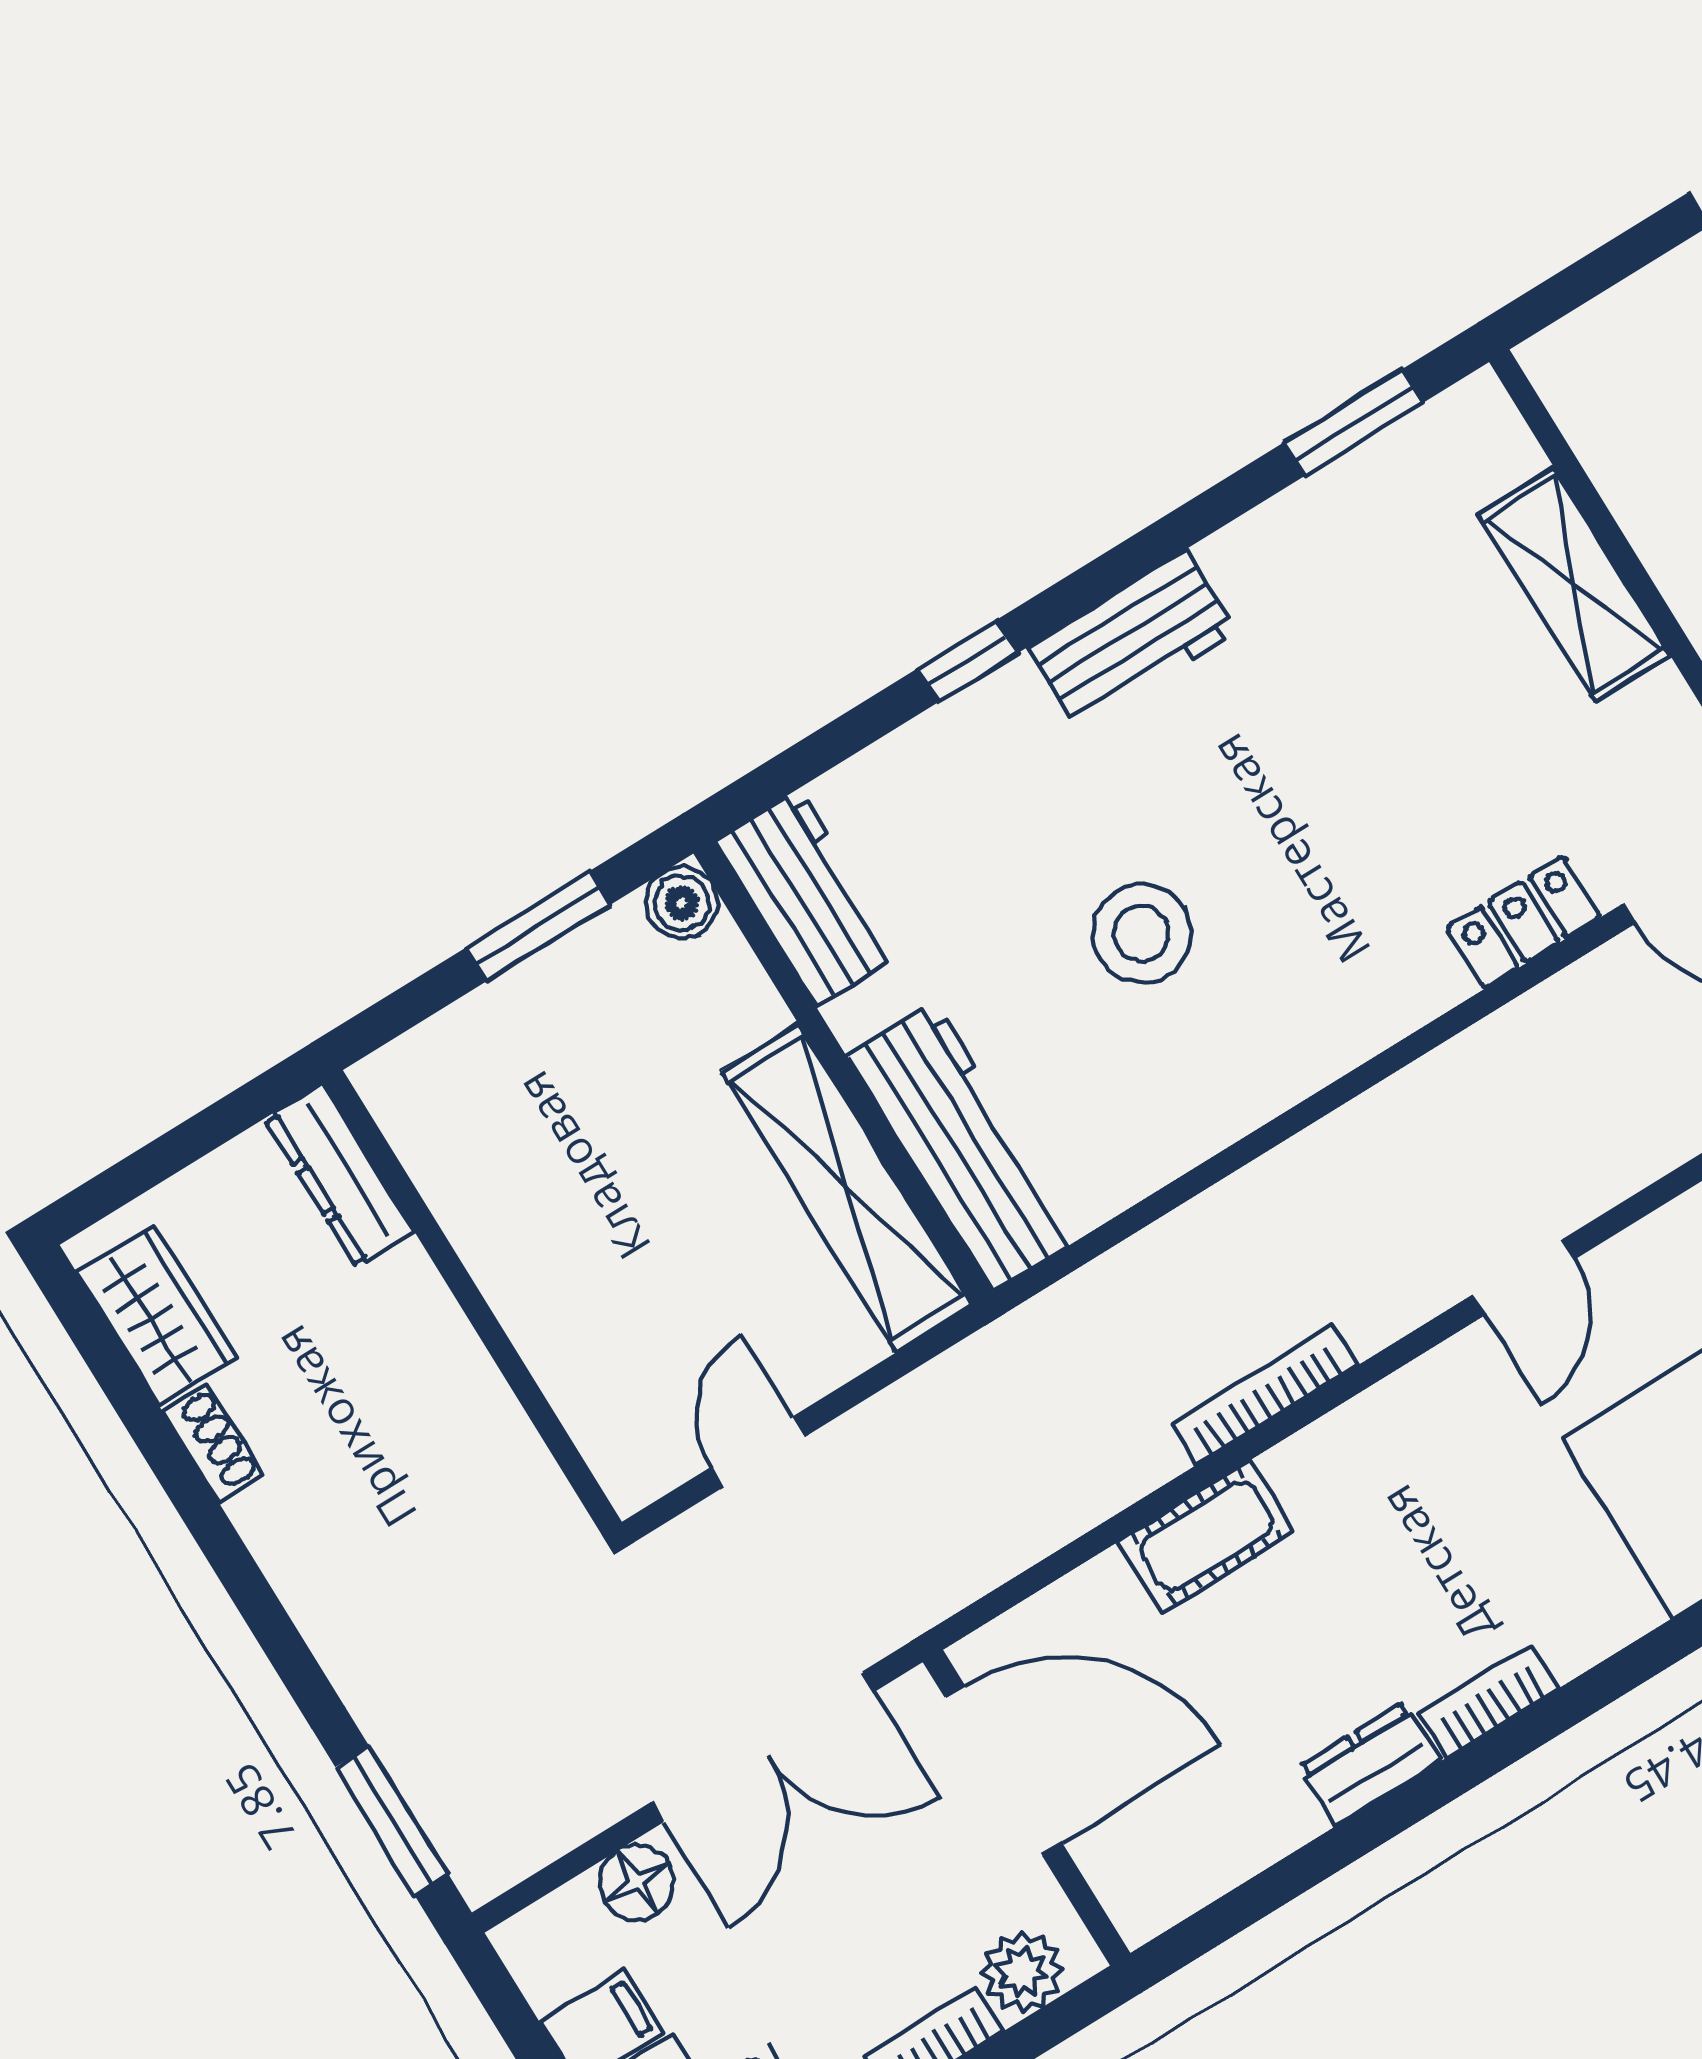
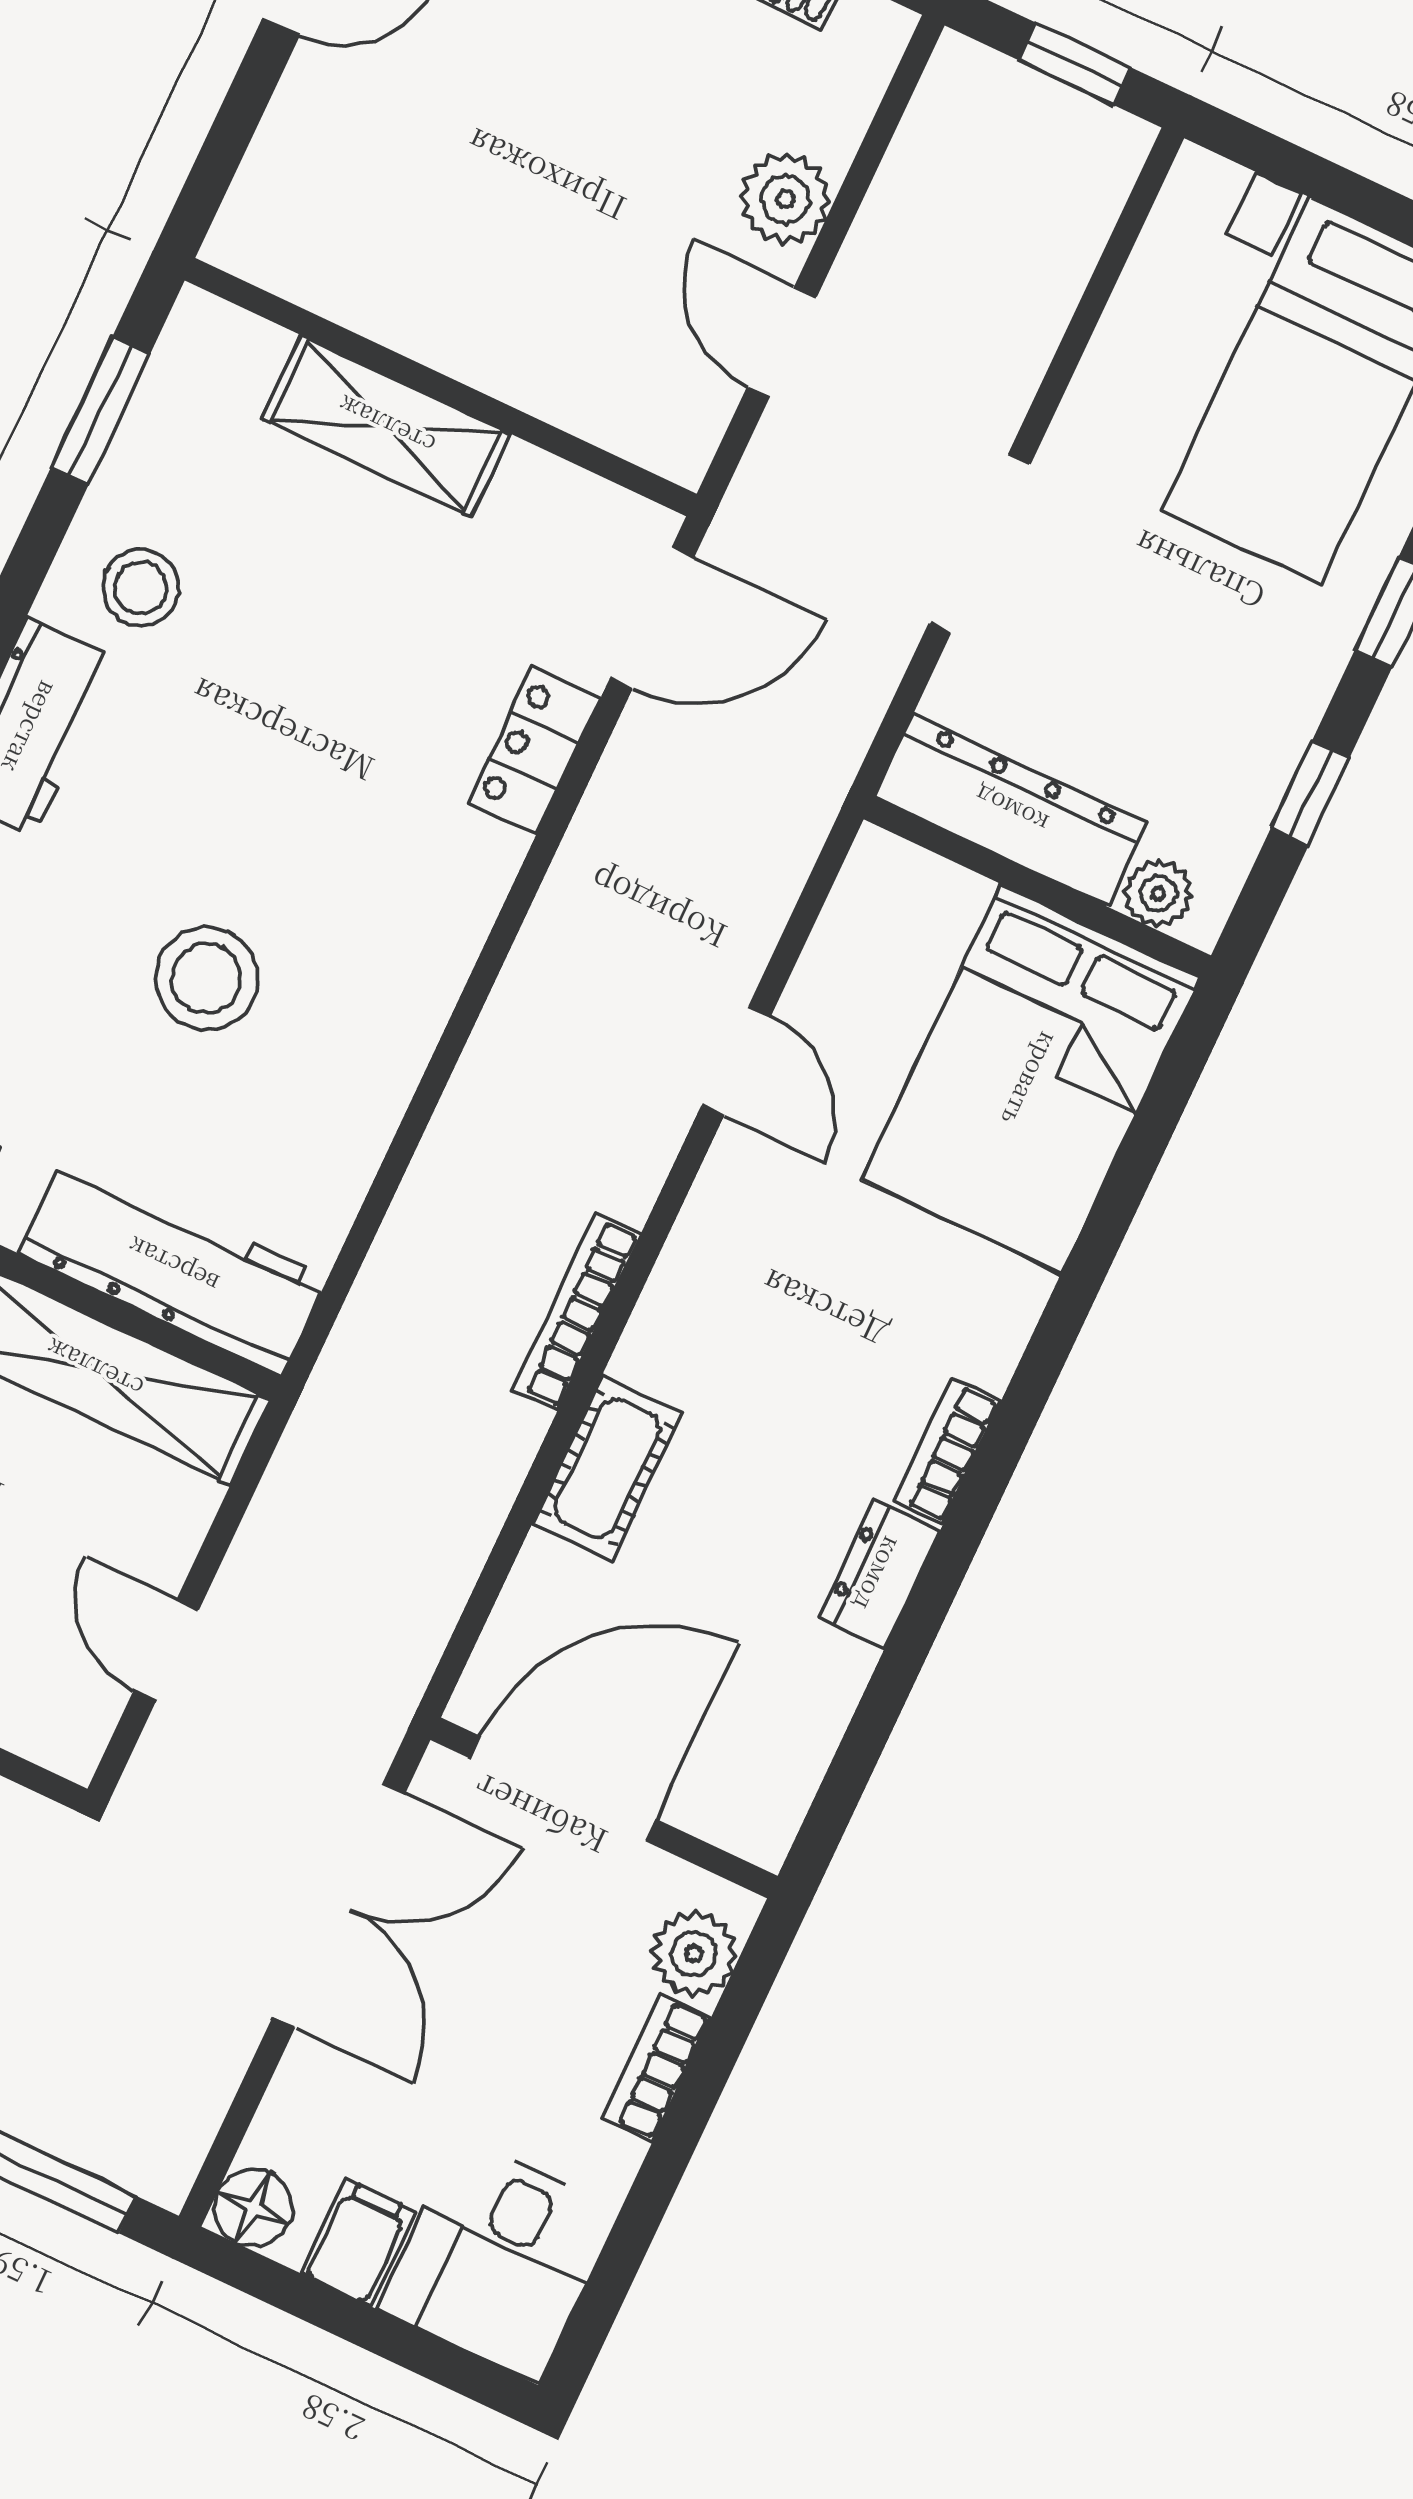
stool: (1293, 586) -> (141, 588), added
floor lamp: (637, 1882) -> (253, 2208), moved

